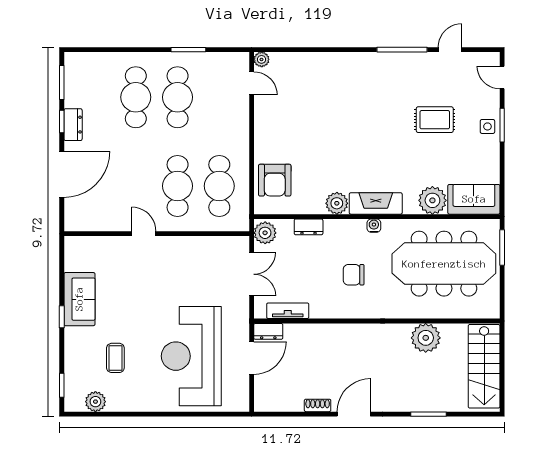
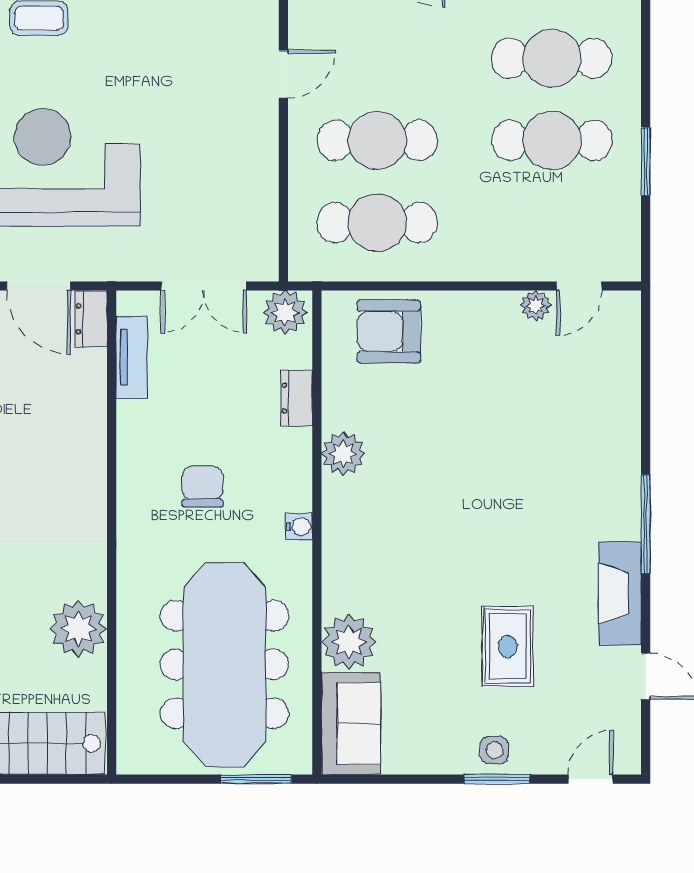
window: (402, 50) -> (646, 524), moved
plant: (262, 59) -> (536, 306), moved
fireplace: (376, 203) -> (620, 593), moved, turned 180

